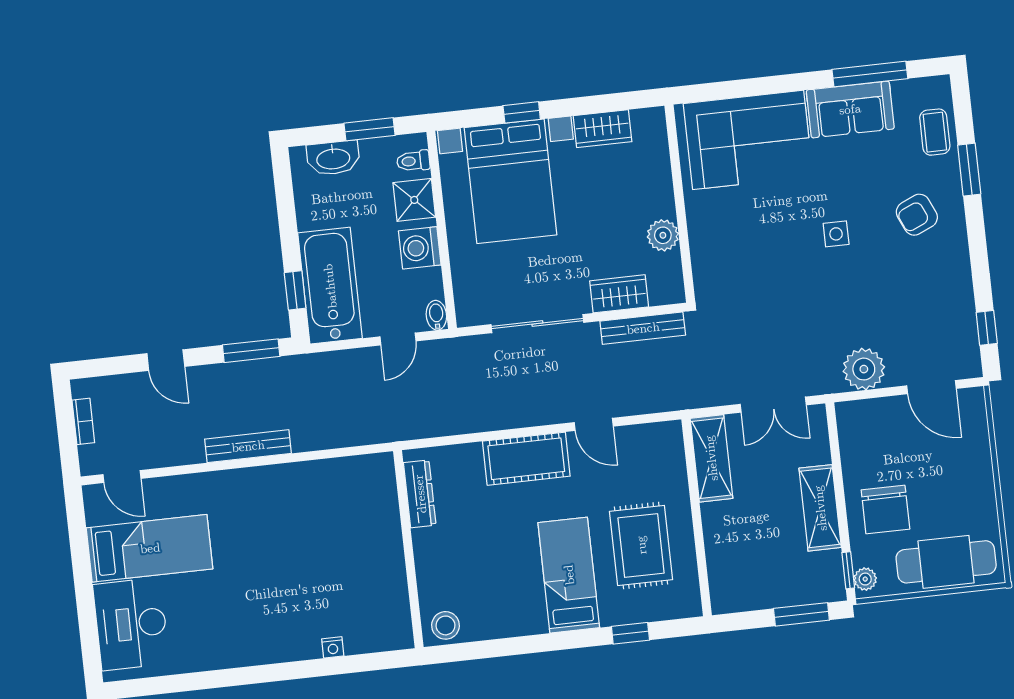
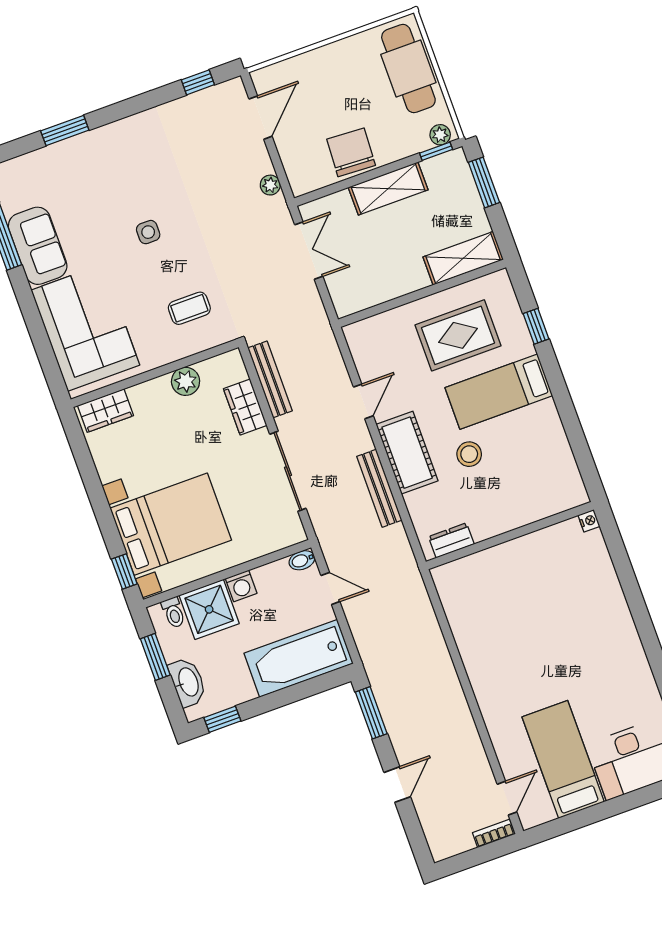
window: (522, 112) -> (124, 571), moved
wardrobe: (603, 129) -> (105, 411), moved, turned 90
coffee table: (935, 132) -> (189, 308), moved
shower: (414, 200) -> (209, 609), width x1.36, depth x1.36
armchair: (917, 215) -> (115, 166), removed
washing machine: (420, 248) -> (241, 586), width x0.73, depth x0.73
window: (295, 290) -> (222, 719), moved
plant: (864, 369) -> (270, 185), width x0.53, depth x0.53
bookcase: (83, 421) -> (494, 833), moved
bench: (248, 446) -> (379, 488), moved
shelving: (711, 458) -> (463, 258), moved
dresser: (420, 494) -> (451, 540), width x0.70
chair: (885, 509) -> (351, 152), moved, turned -87
stool: (446, 625) -> (469, 454), moved
nightstand: (333, 647) -> (589, 521), moved

